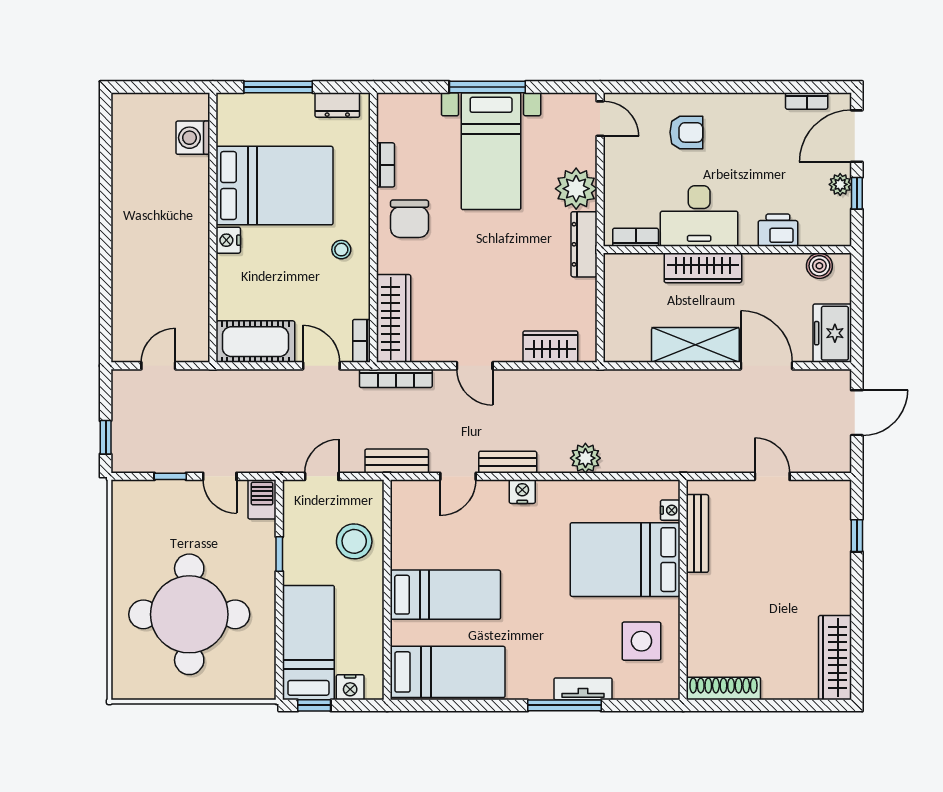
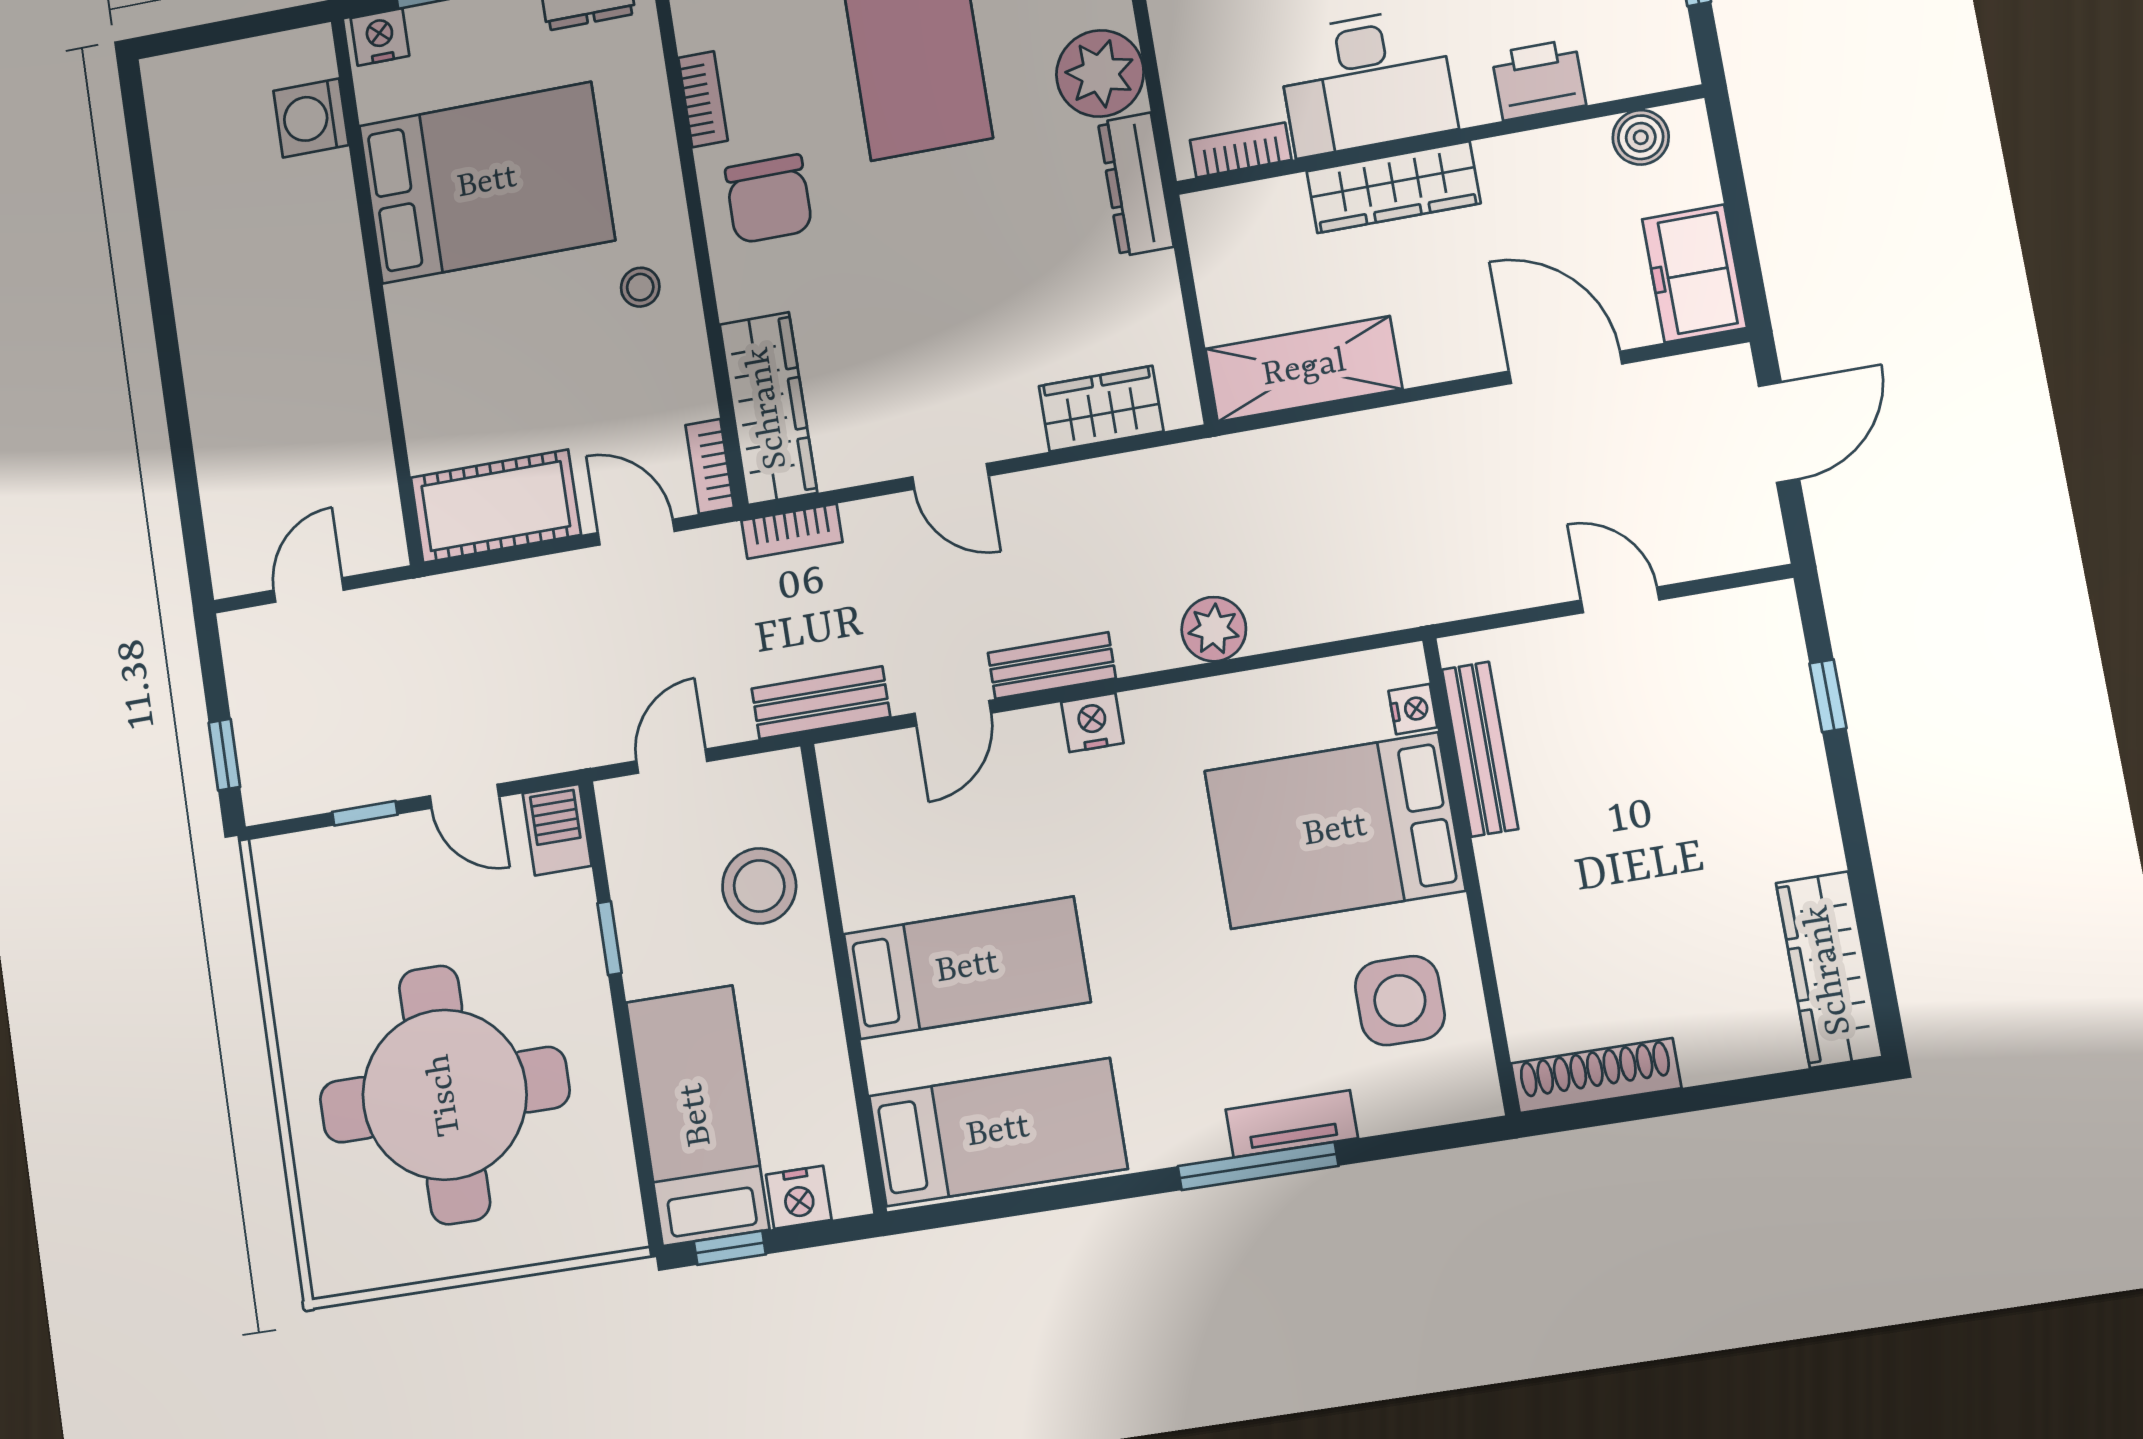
nightstand: (228, 240) -> (380, 37), moved, turned 90
shelving: (695, 345) -> (1304, 369), moved
bookcase: (396, 378) -> (792, 531), width x0.64

